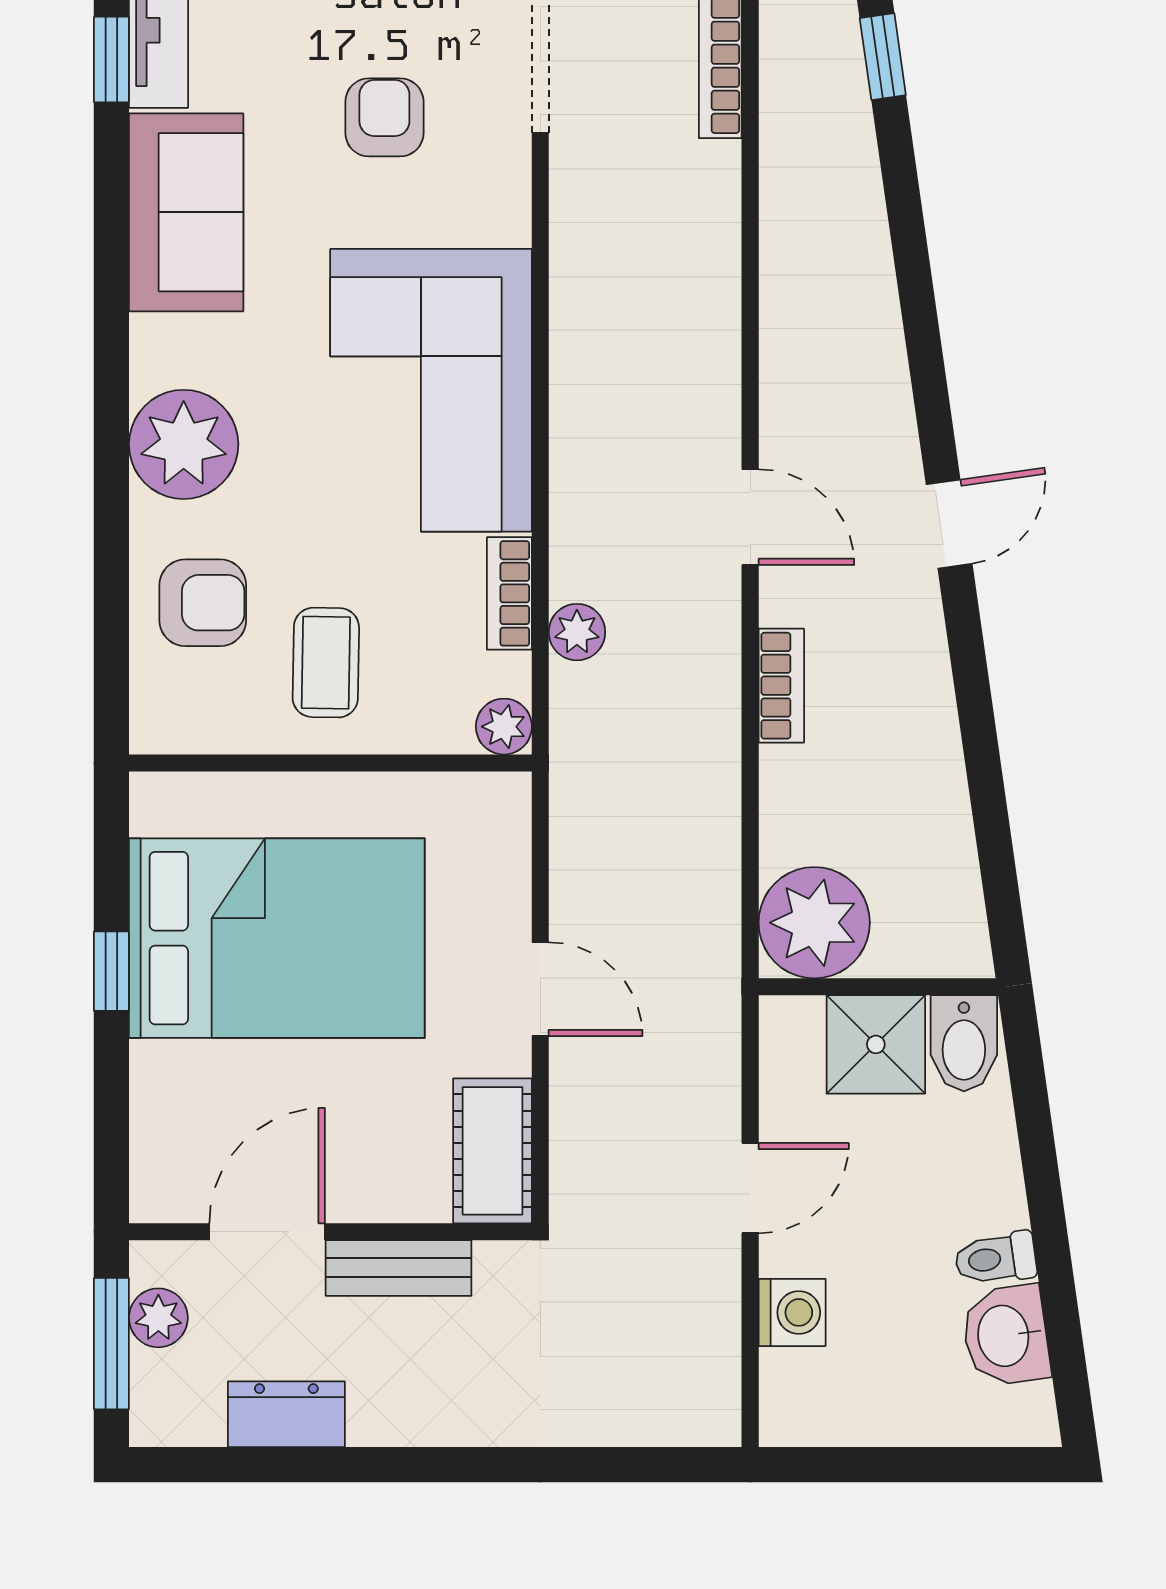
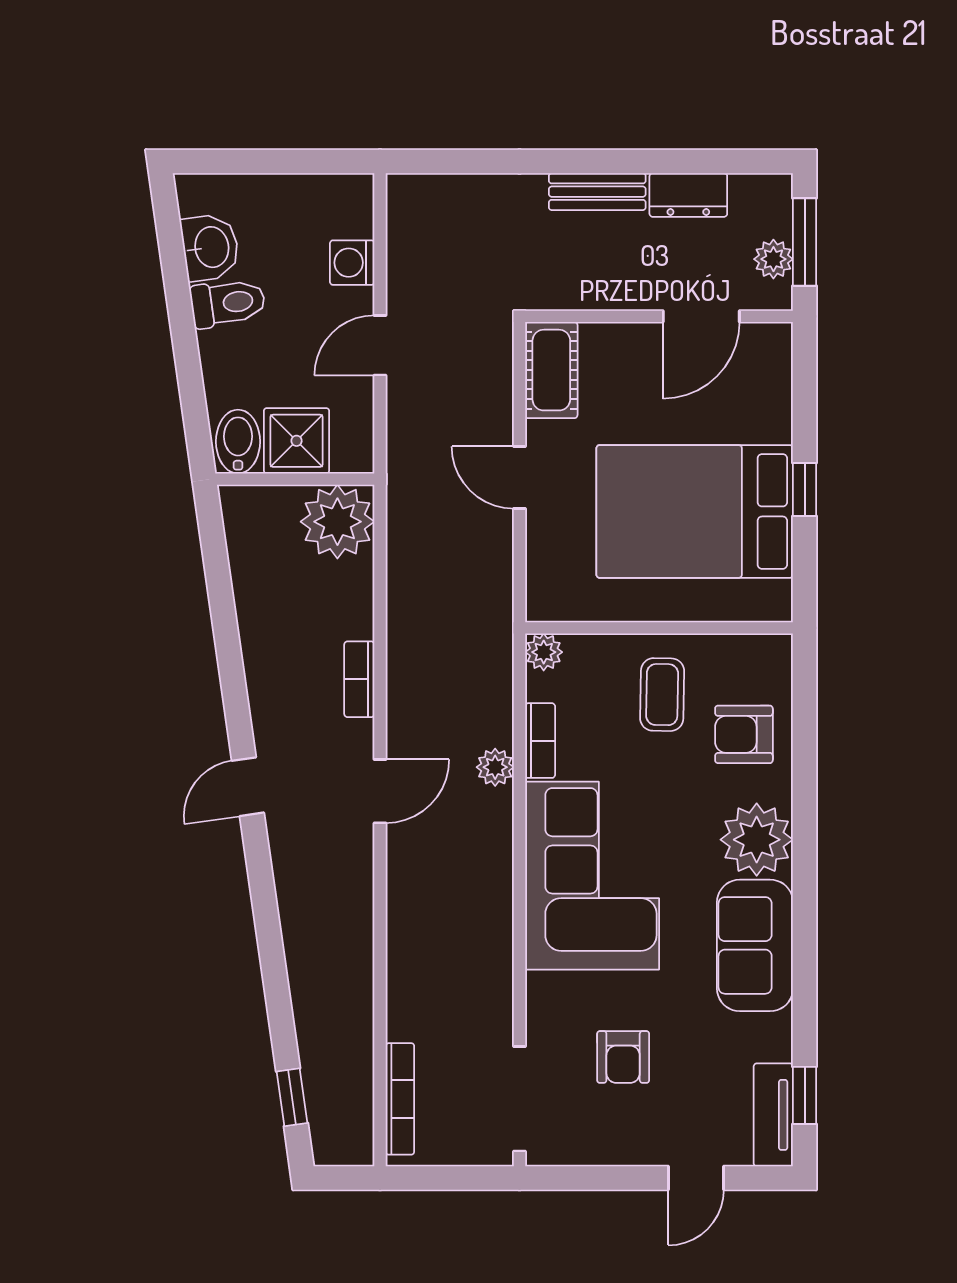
sofa: (186, 212) -> (755, 945), moved
door: (750, 517) -> (380, 791), swing flipped
plant: (577, 632) -> (495, 767), moved
toilet: (996, 1259) -> (228, 303), width x1.37, depth x1.39
bench: (398, 1268) -> (597, 192), moved

